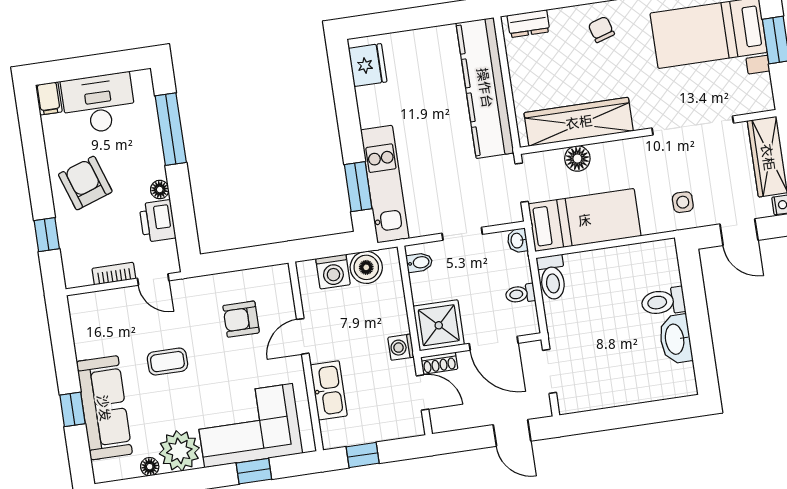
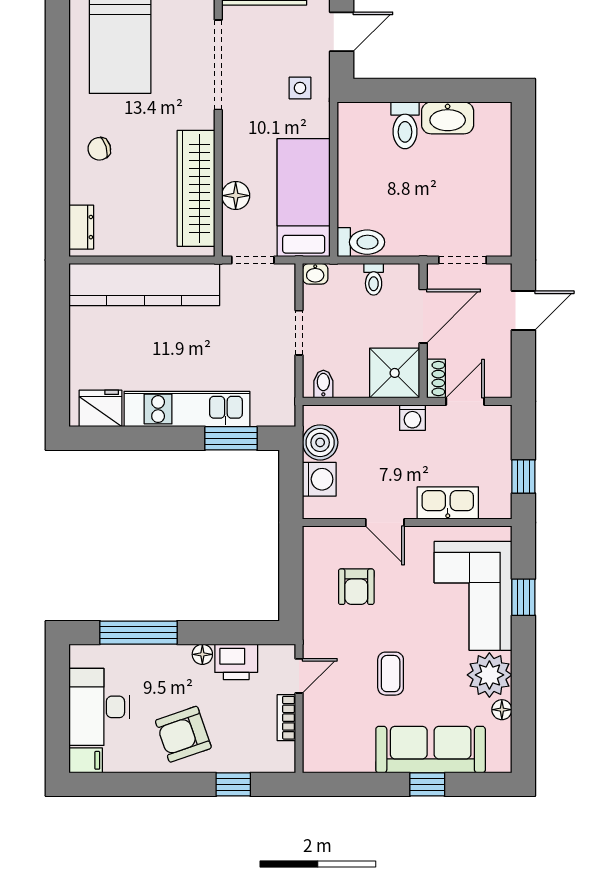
kitchen unit: (385, 184) -> (187, 409), moved

